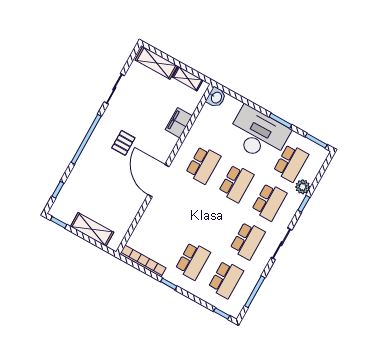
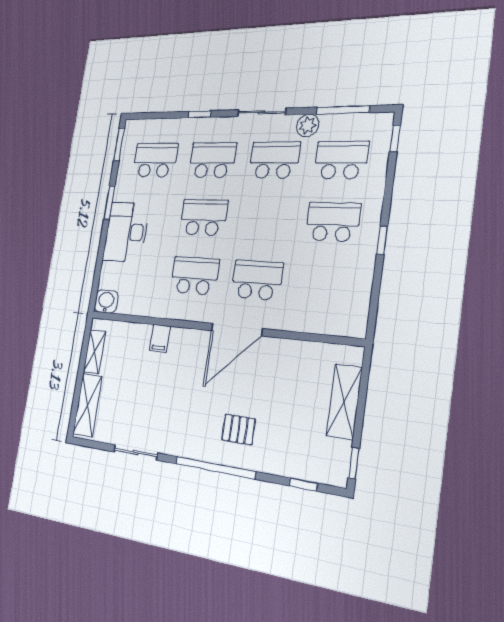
filing cabinet: (179, 123) -> (160, 338), width x0.50
desk: (258, 134) -> (126, 232), width x0.73, depth x0.77
pallet: (123, 143) -> (238, 429), moved
plant: (303, 187) -> (308, 125), moved
school desk: (181, 204) -> (257, 280), added
bookcase: (143, 261) -> (362, 297), removed

